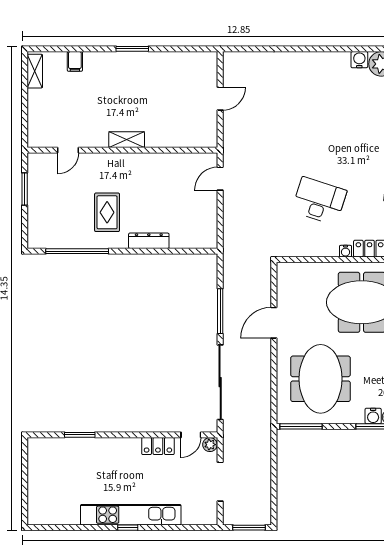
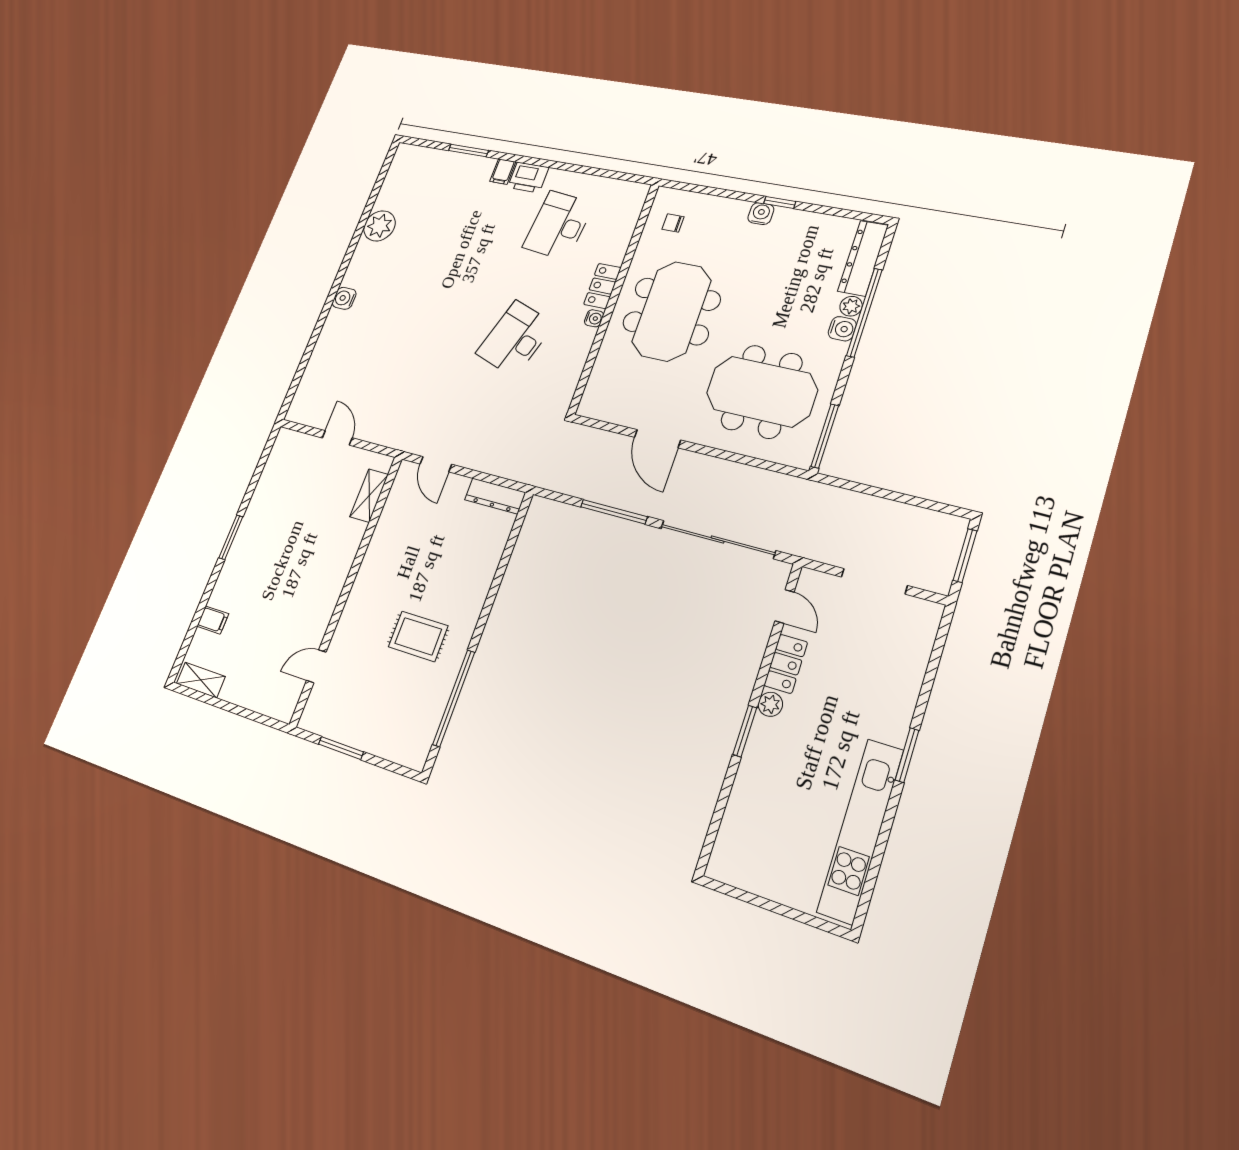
water cooler: (359, 60) -> (344, 298), moved
shelving: (127, 140) -> (369, 496), moved
door: (68, 150) -> (316, 666), swing flipped
dresser: (149, 241) -> (495, 496), moved, turned -90
window: (80, 435) -> (745, 731), moved
plant: (210, 445) -> (770, 704), moved
kitchen unit: (131, 515) -> (860, 831), moved
window: (128, 528) -> (907, 755), width x1.50

